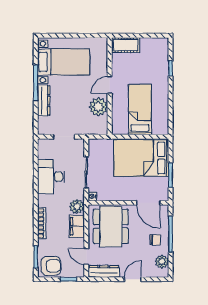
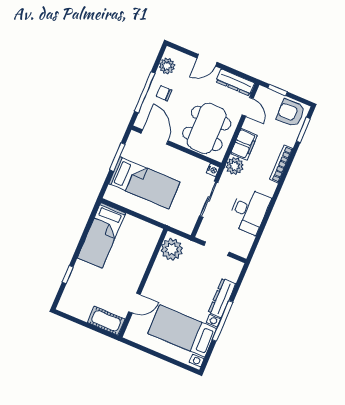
door: (110, 85) -> (134, 303), moved
plant: (98, 107) -> (172, 249), moved
bed: (140, 110) -> (101, 235), moved
bed: (141, 158) -> (144, 183), width x0.67

